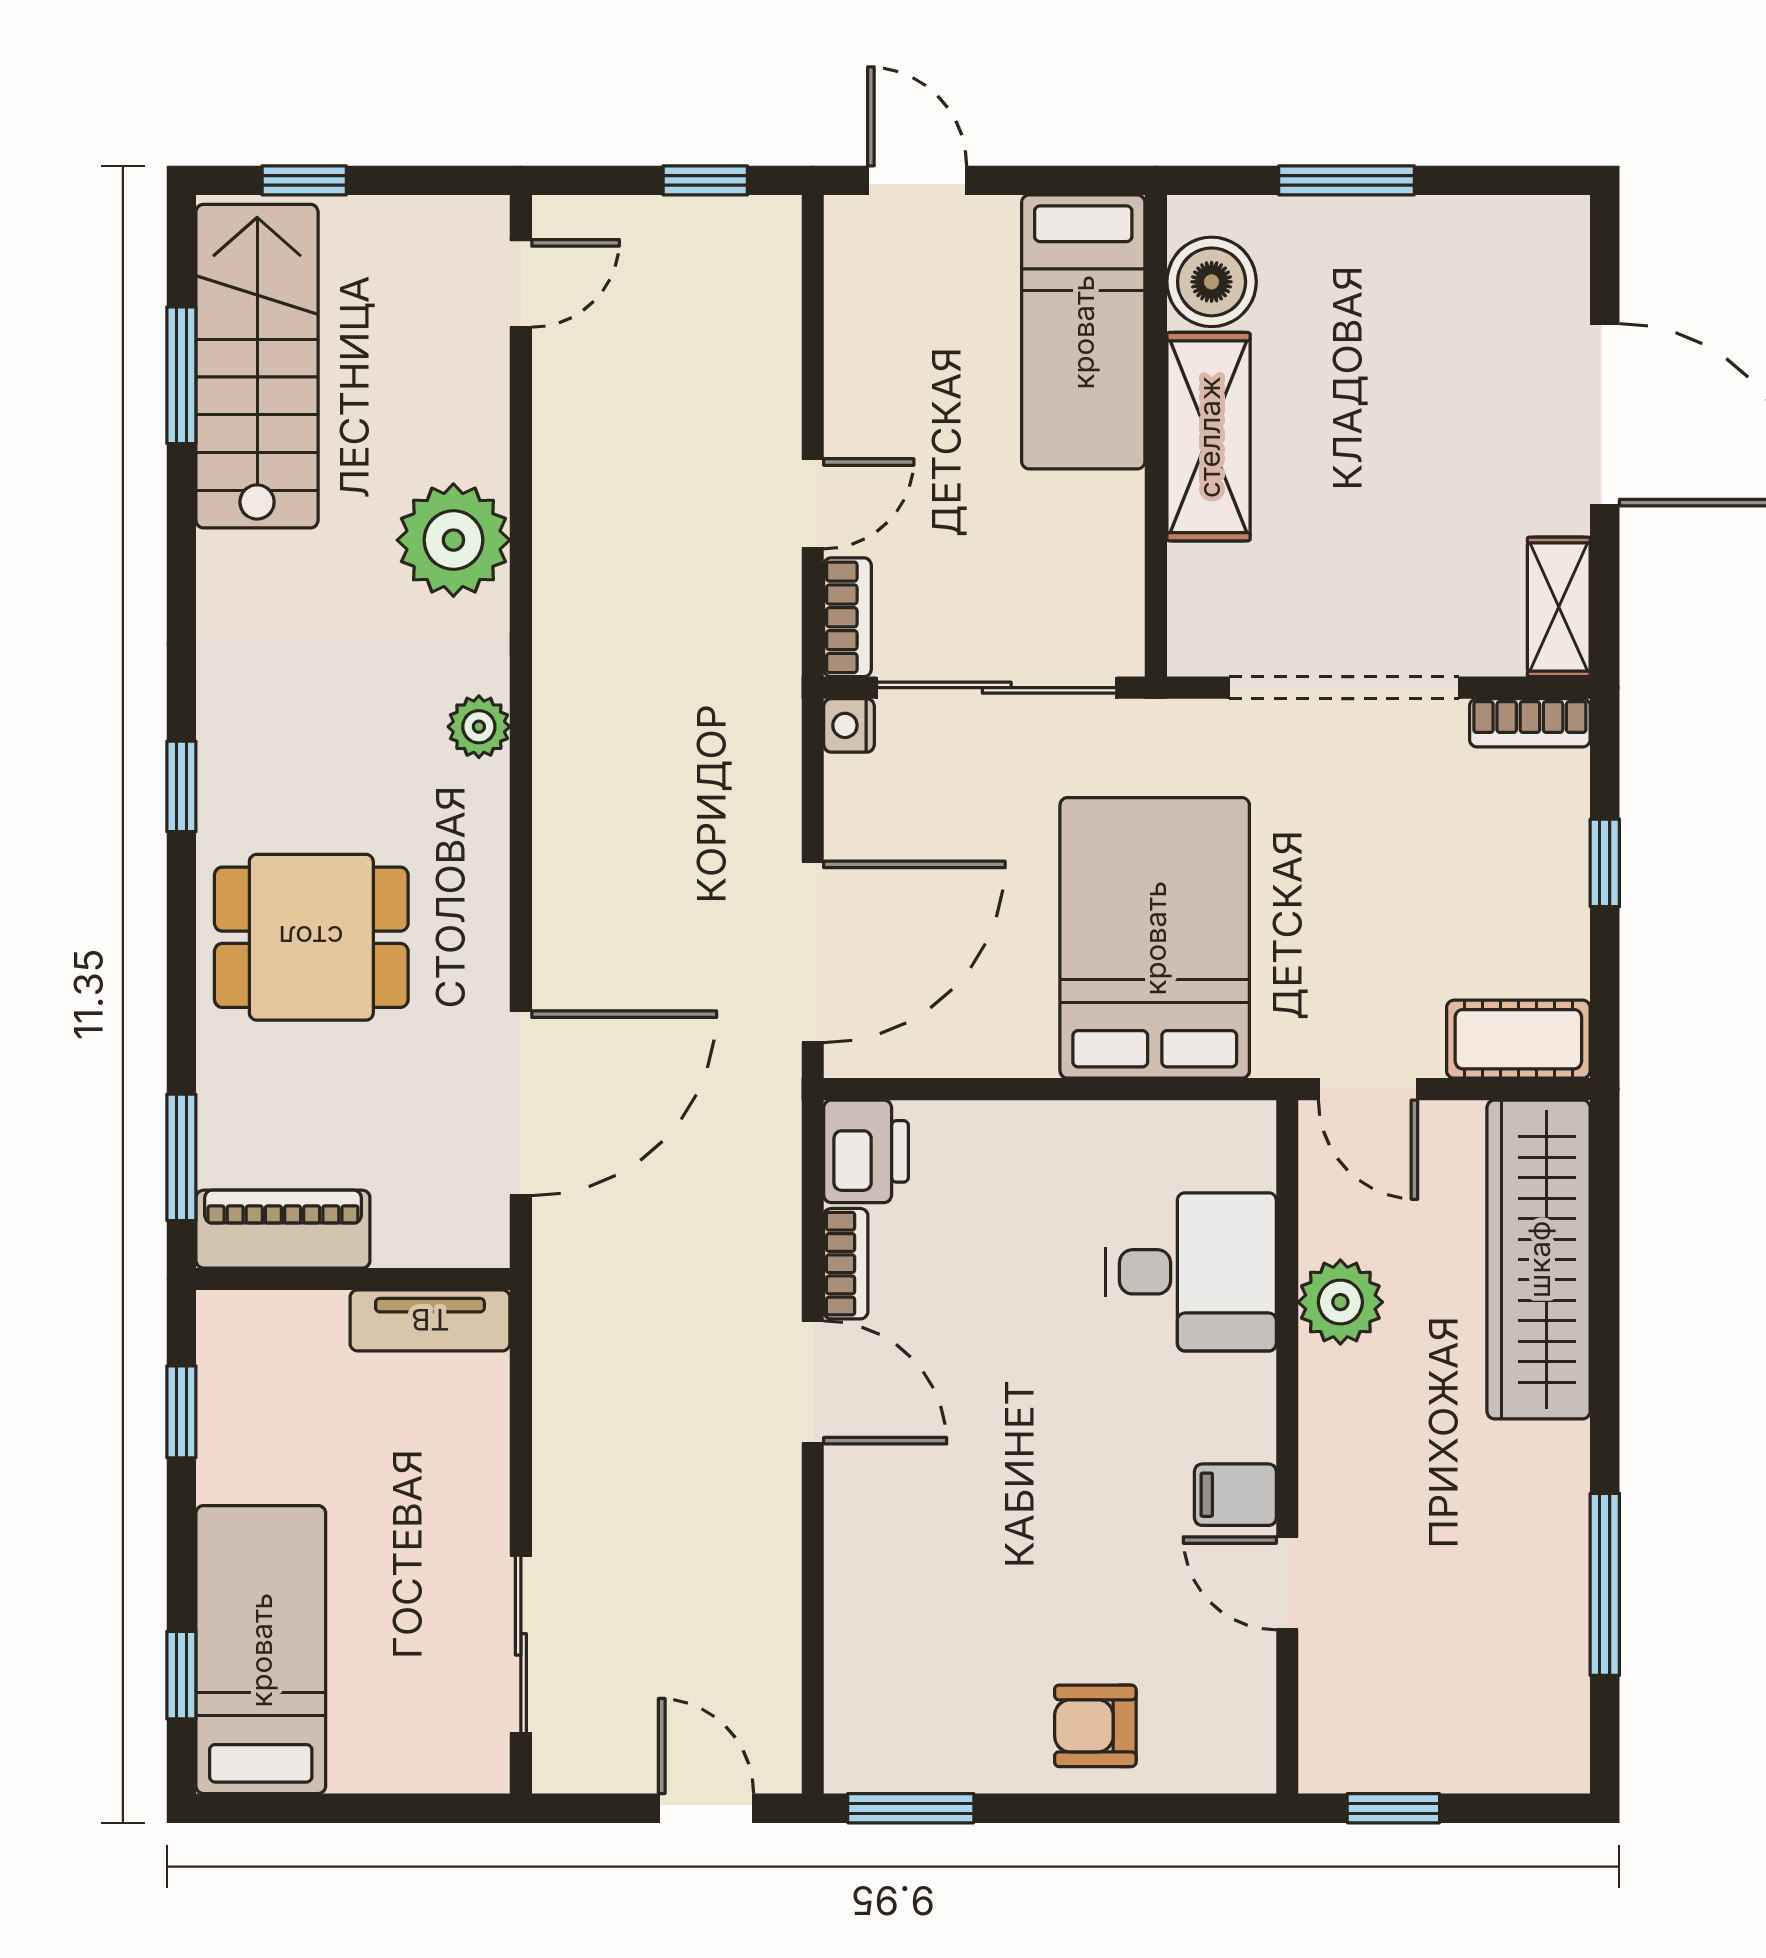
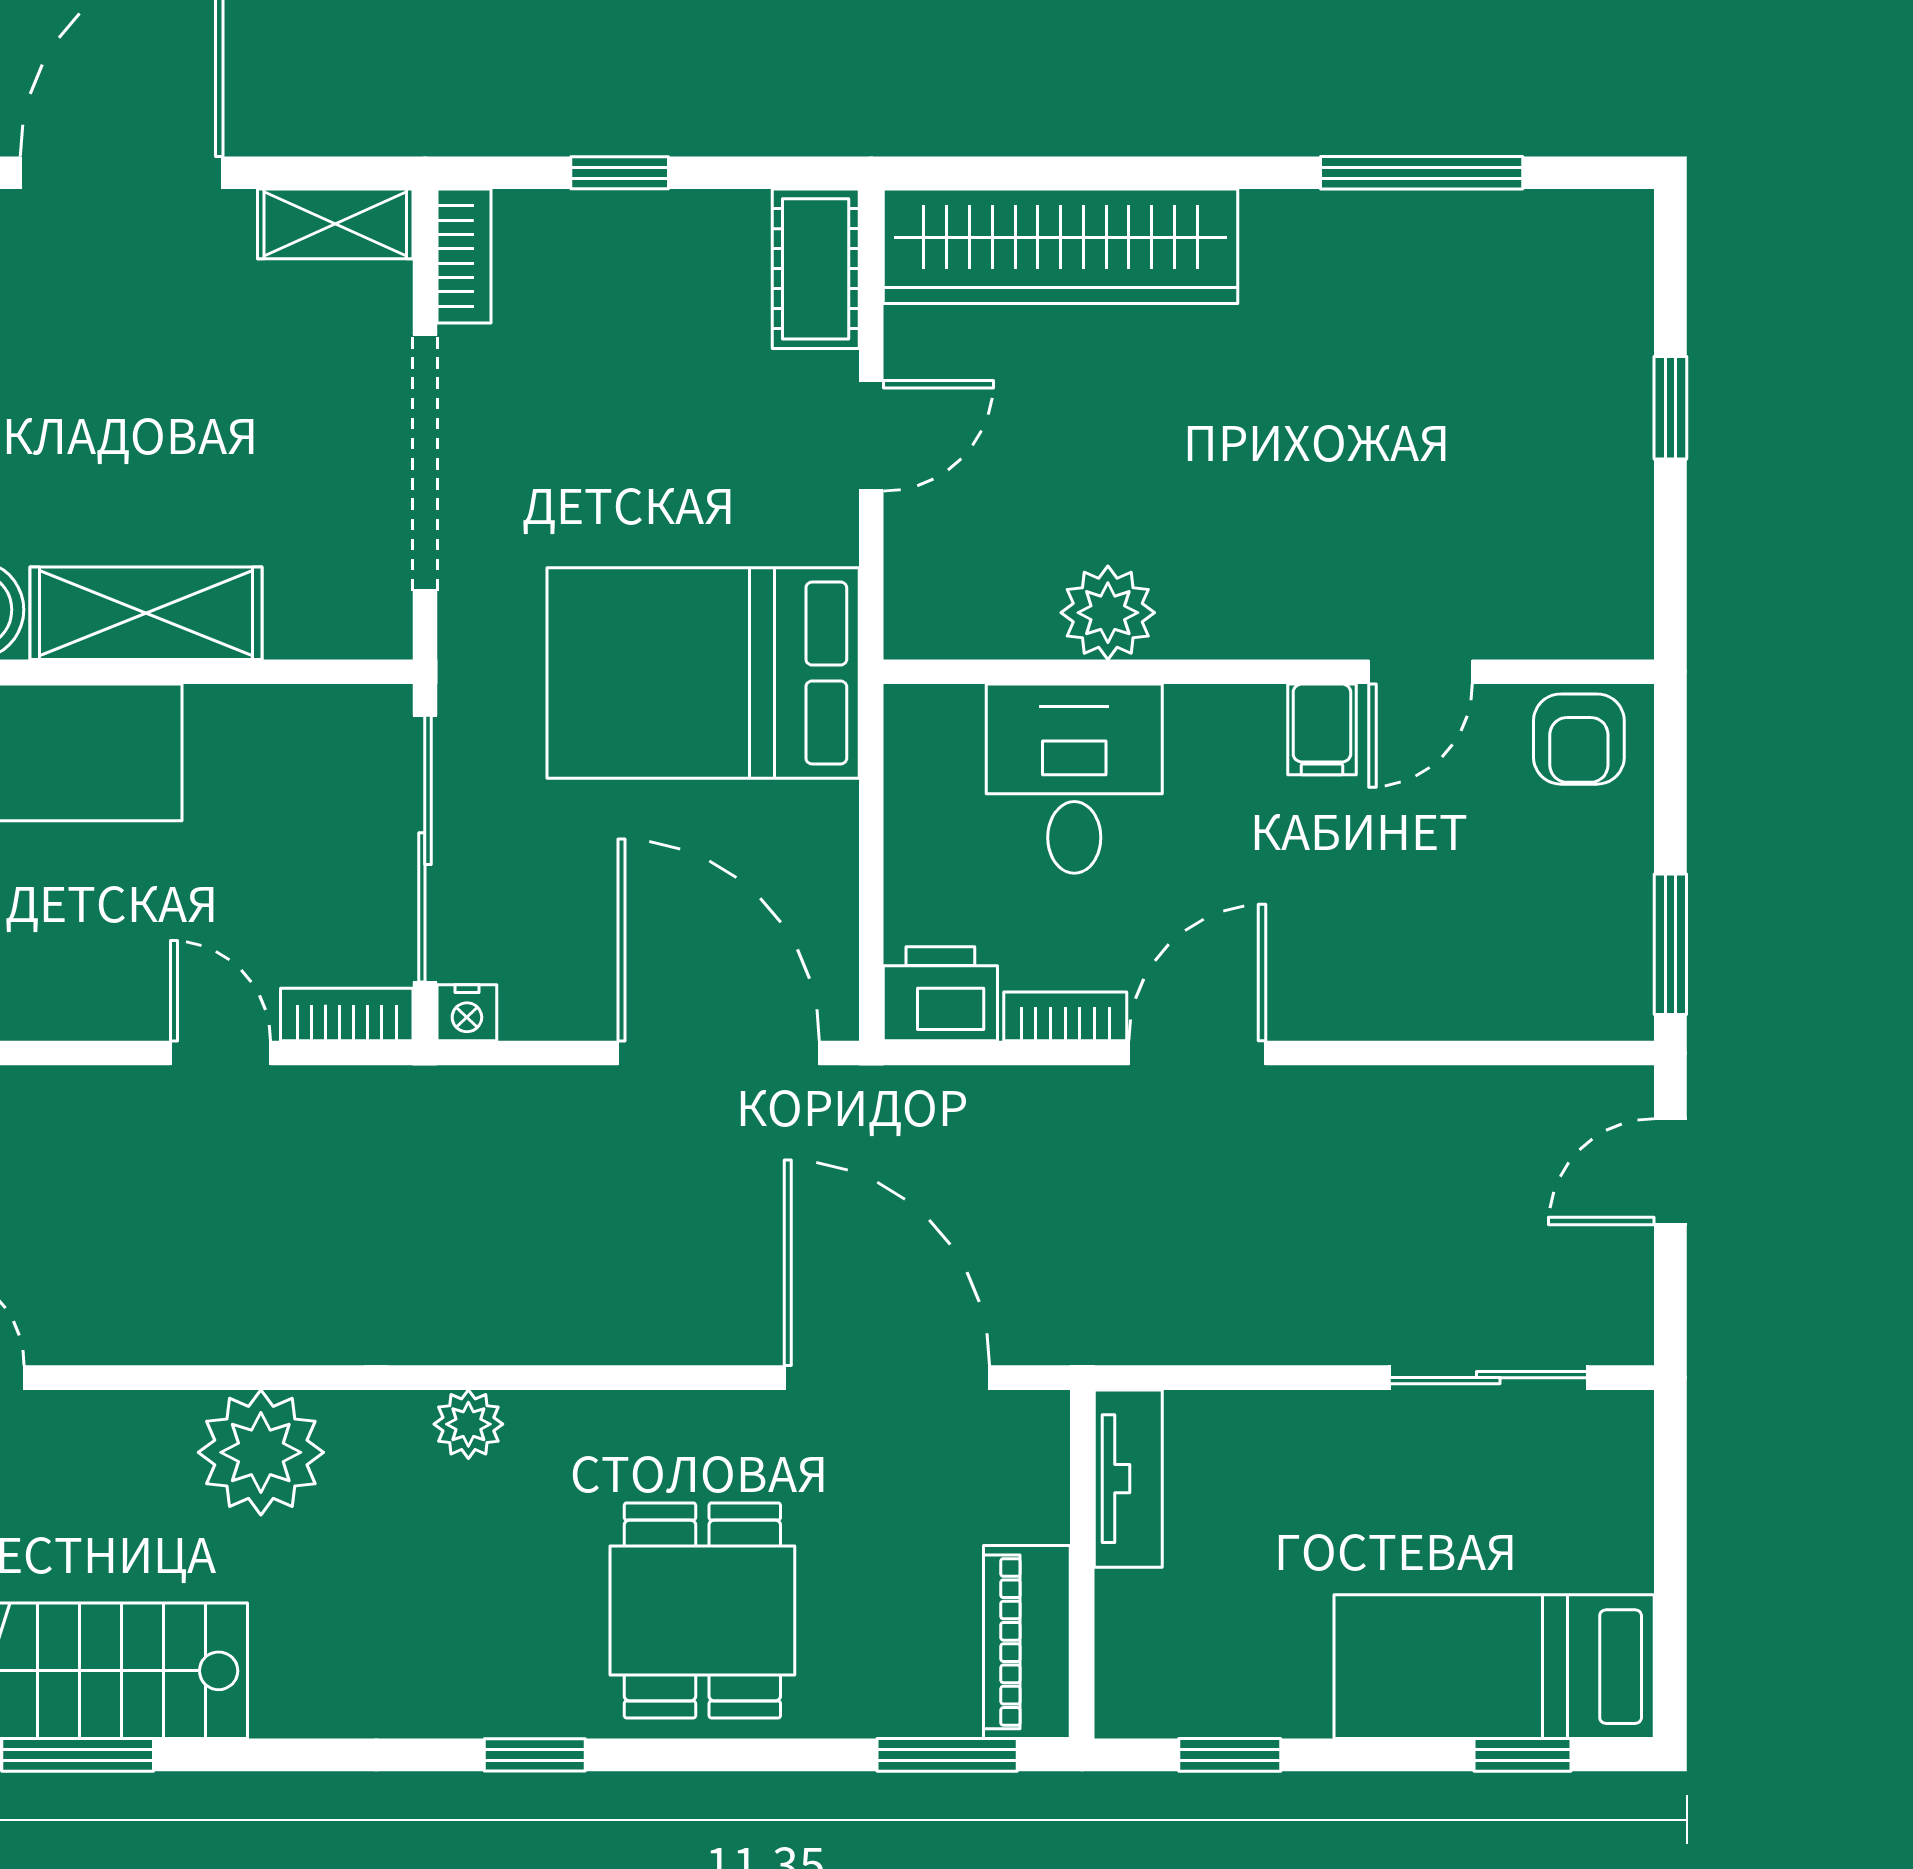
desk: (1191, 1272) -> (1074, 779), moved
plant: (1340, 1302) -> (1108, 613), moved
wall: (1287, 1447) -> (1269, 672), moved
filing cabinet: (1235, 1495) -> (1322, 729), moved
door: (1287, 1583) -> (1420, 672), moved

